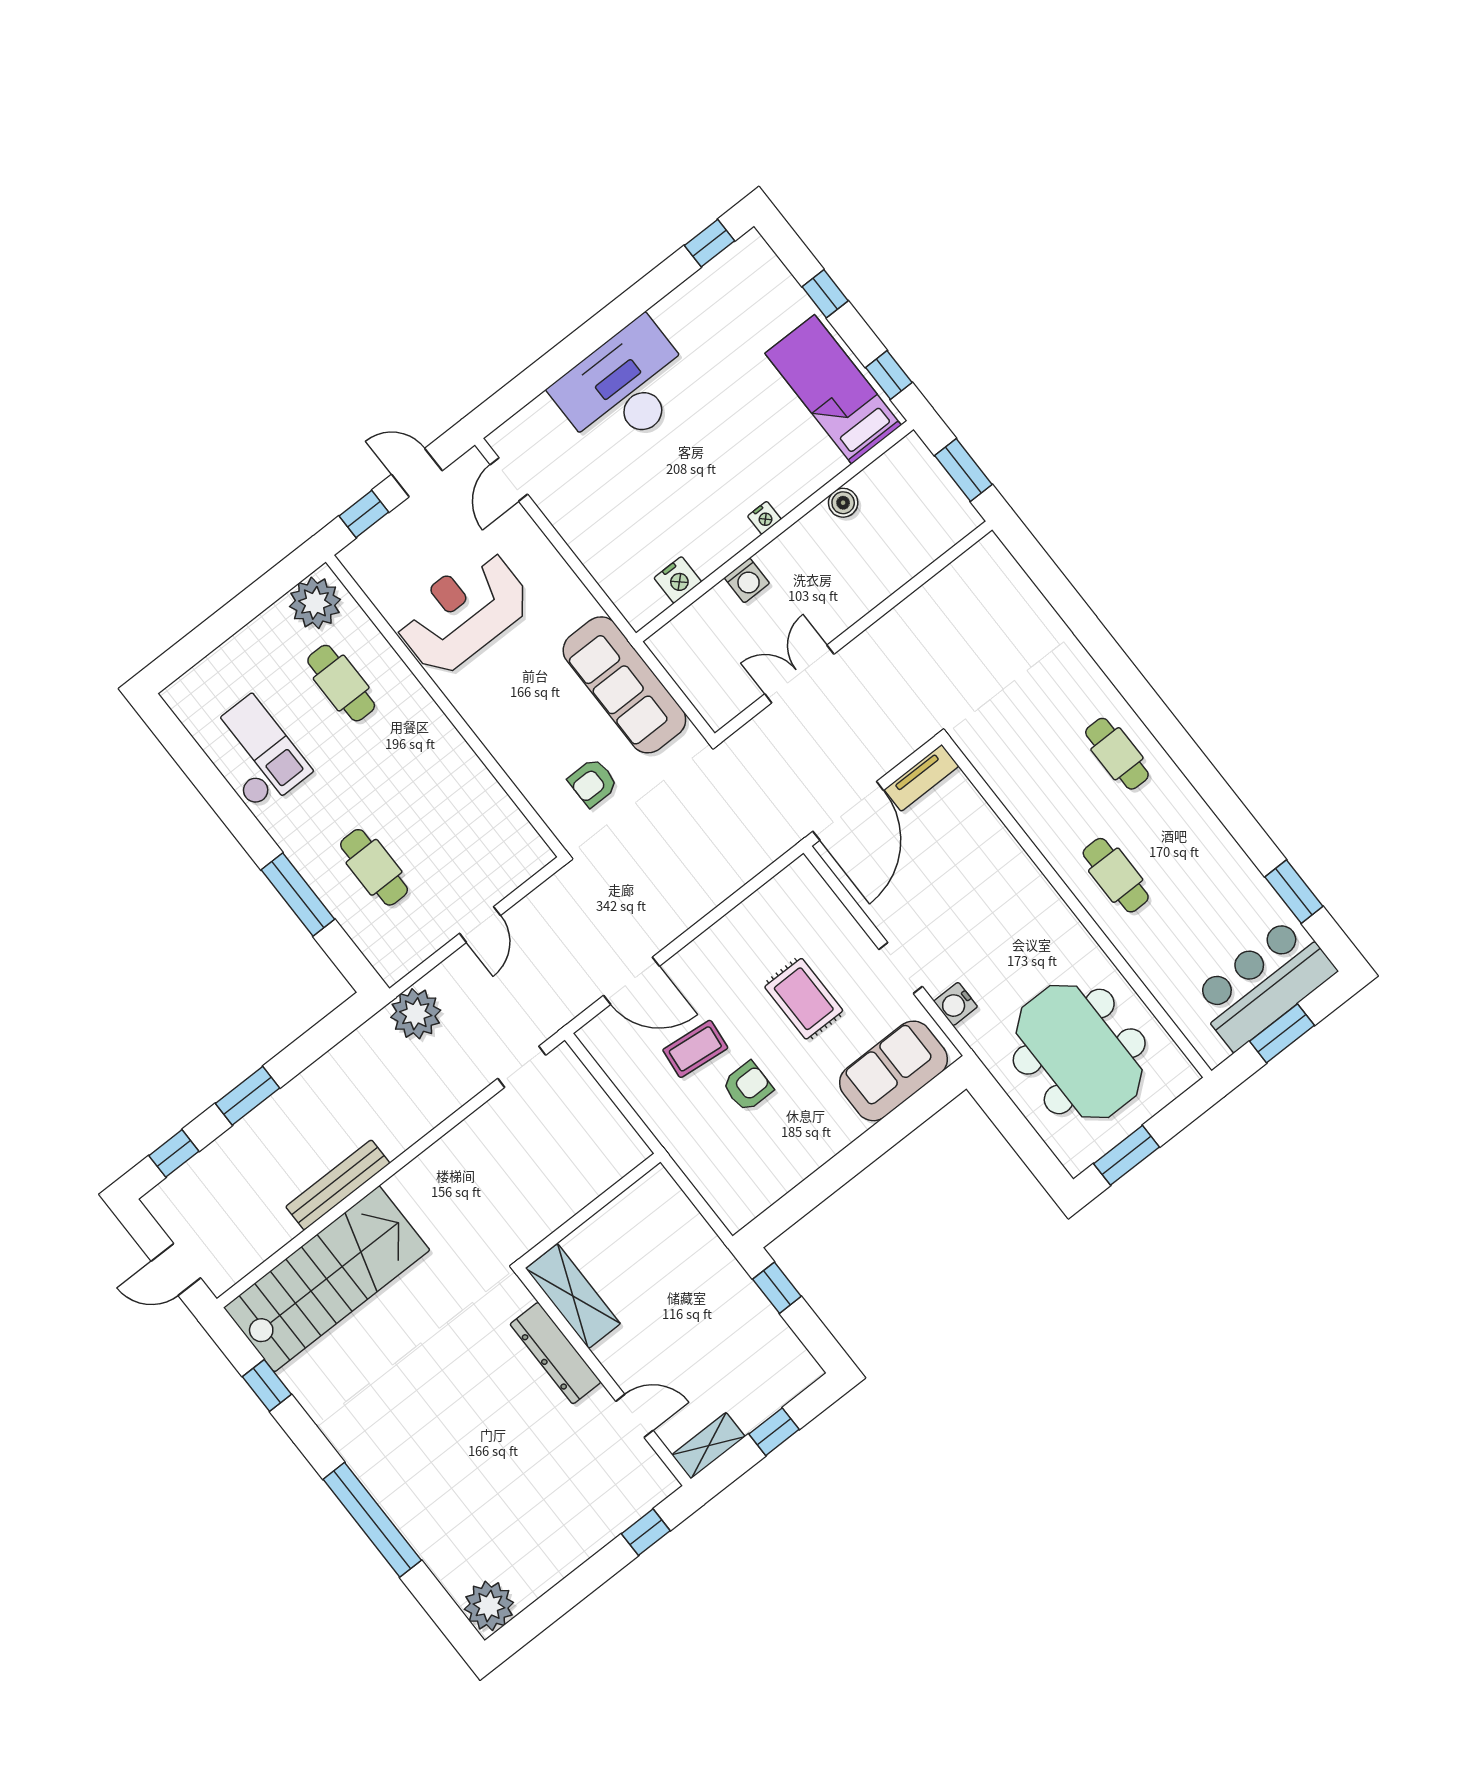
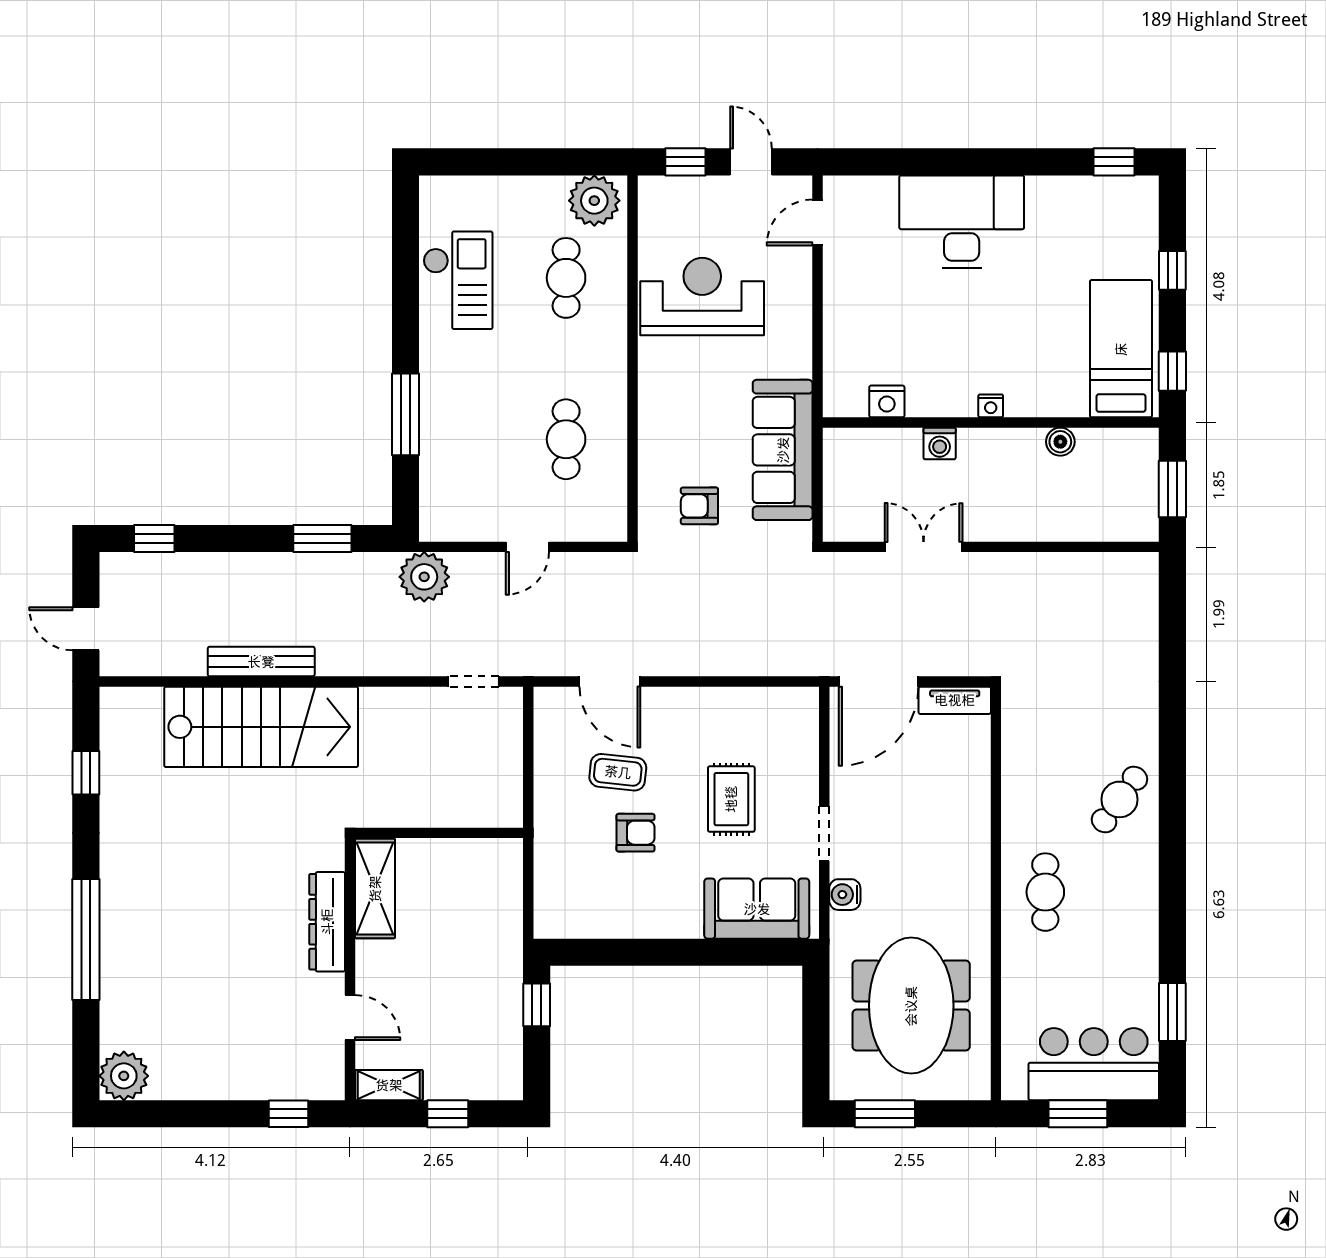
cafe table: (1117, 754) -> (1119, 799), turned 36
cafe table: (374, 867) -> (566, 439), moved
window: (248, 1096) -> (322, 539), moved
stairs: (327, 1279) -> (261, 727), moved

